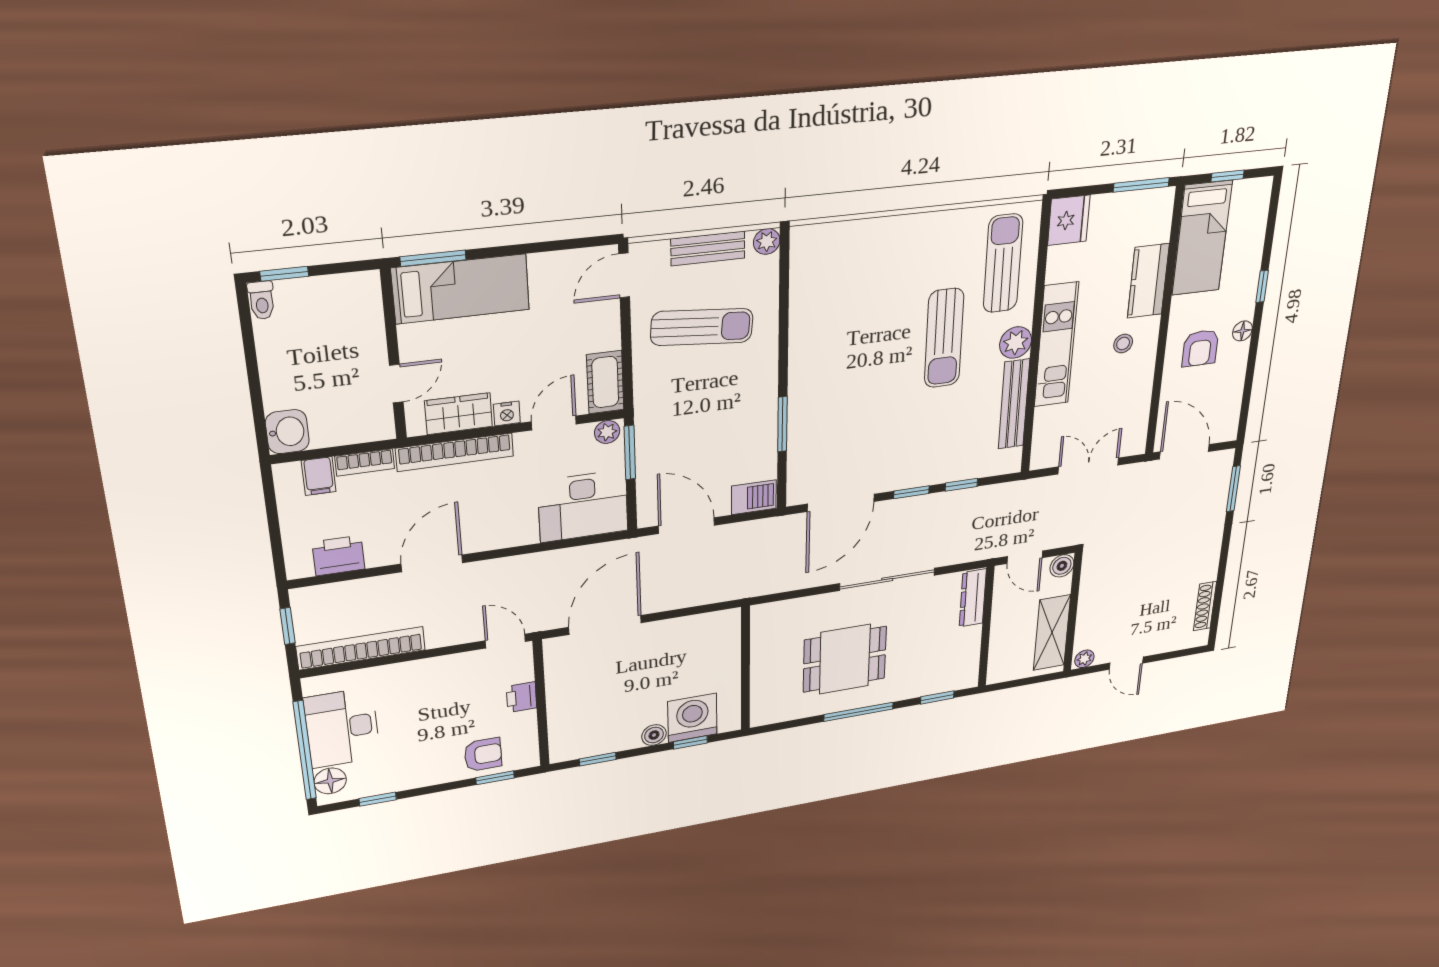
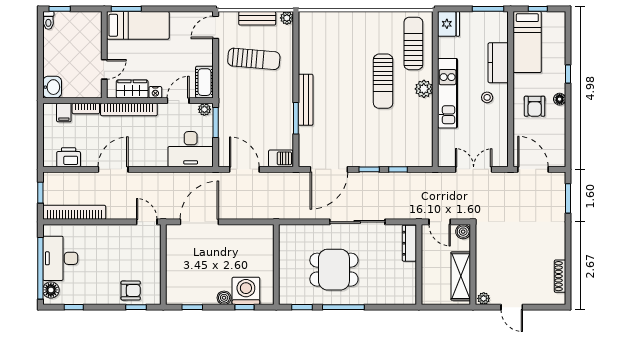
bench: (1014, 404) -> (306, 100), moved
printer: (521, 697) -> (153, 258), removed
window: (937, 697) -> (302, 307), moved

